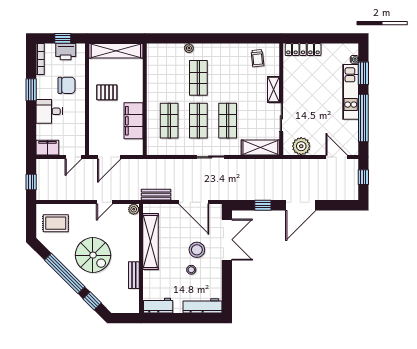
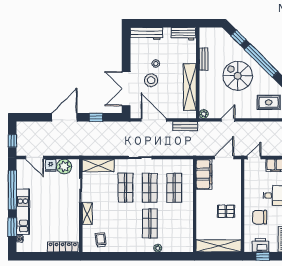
filing cabinet: (133, 121) -> (204, 174), moved
fridge: (317, 148) -> (51, 165), added

